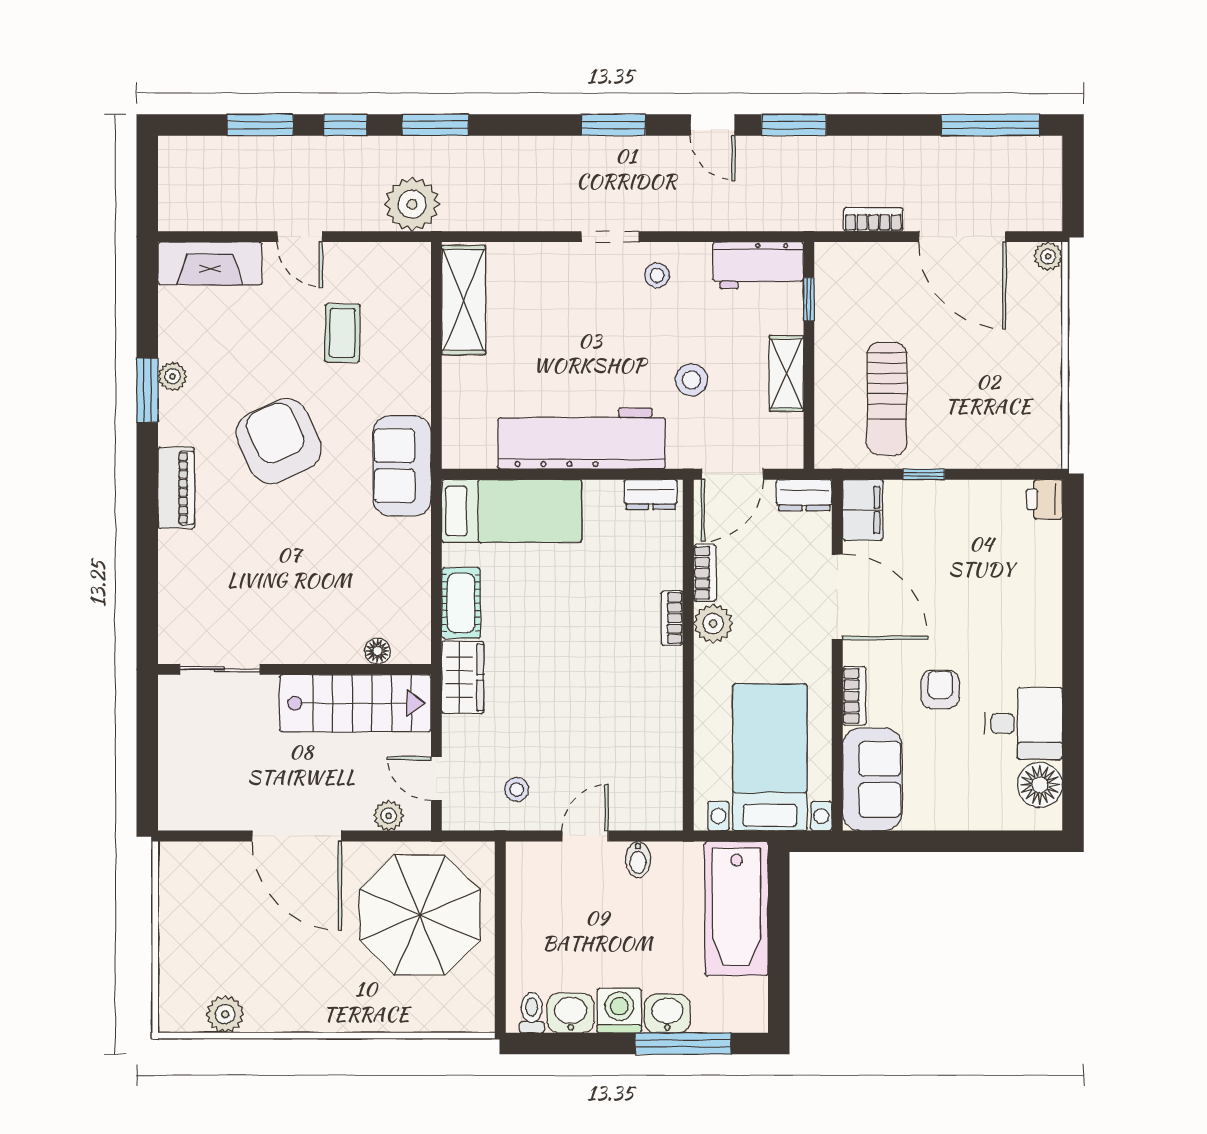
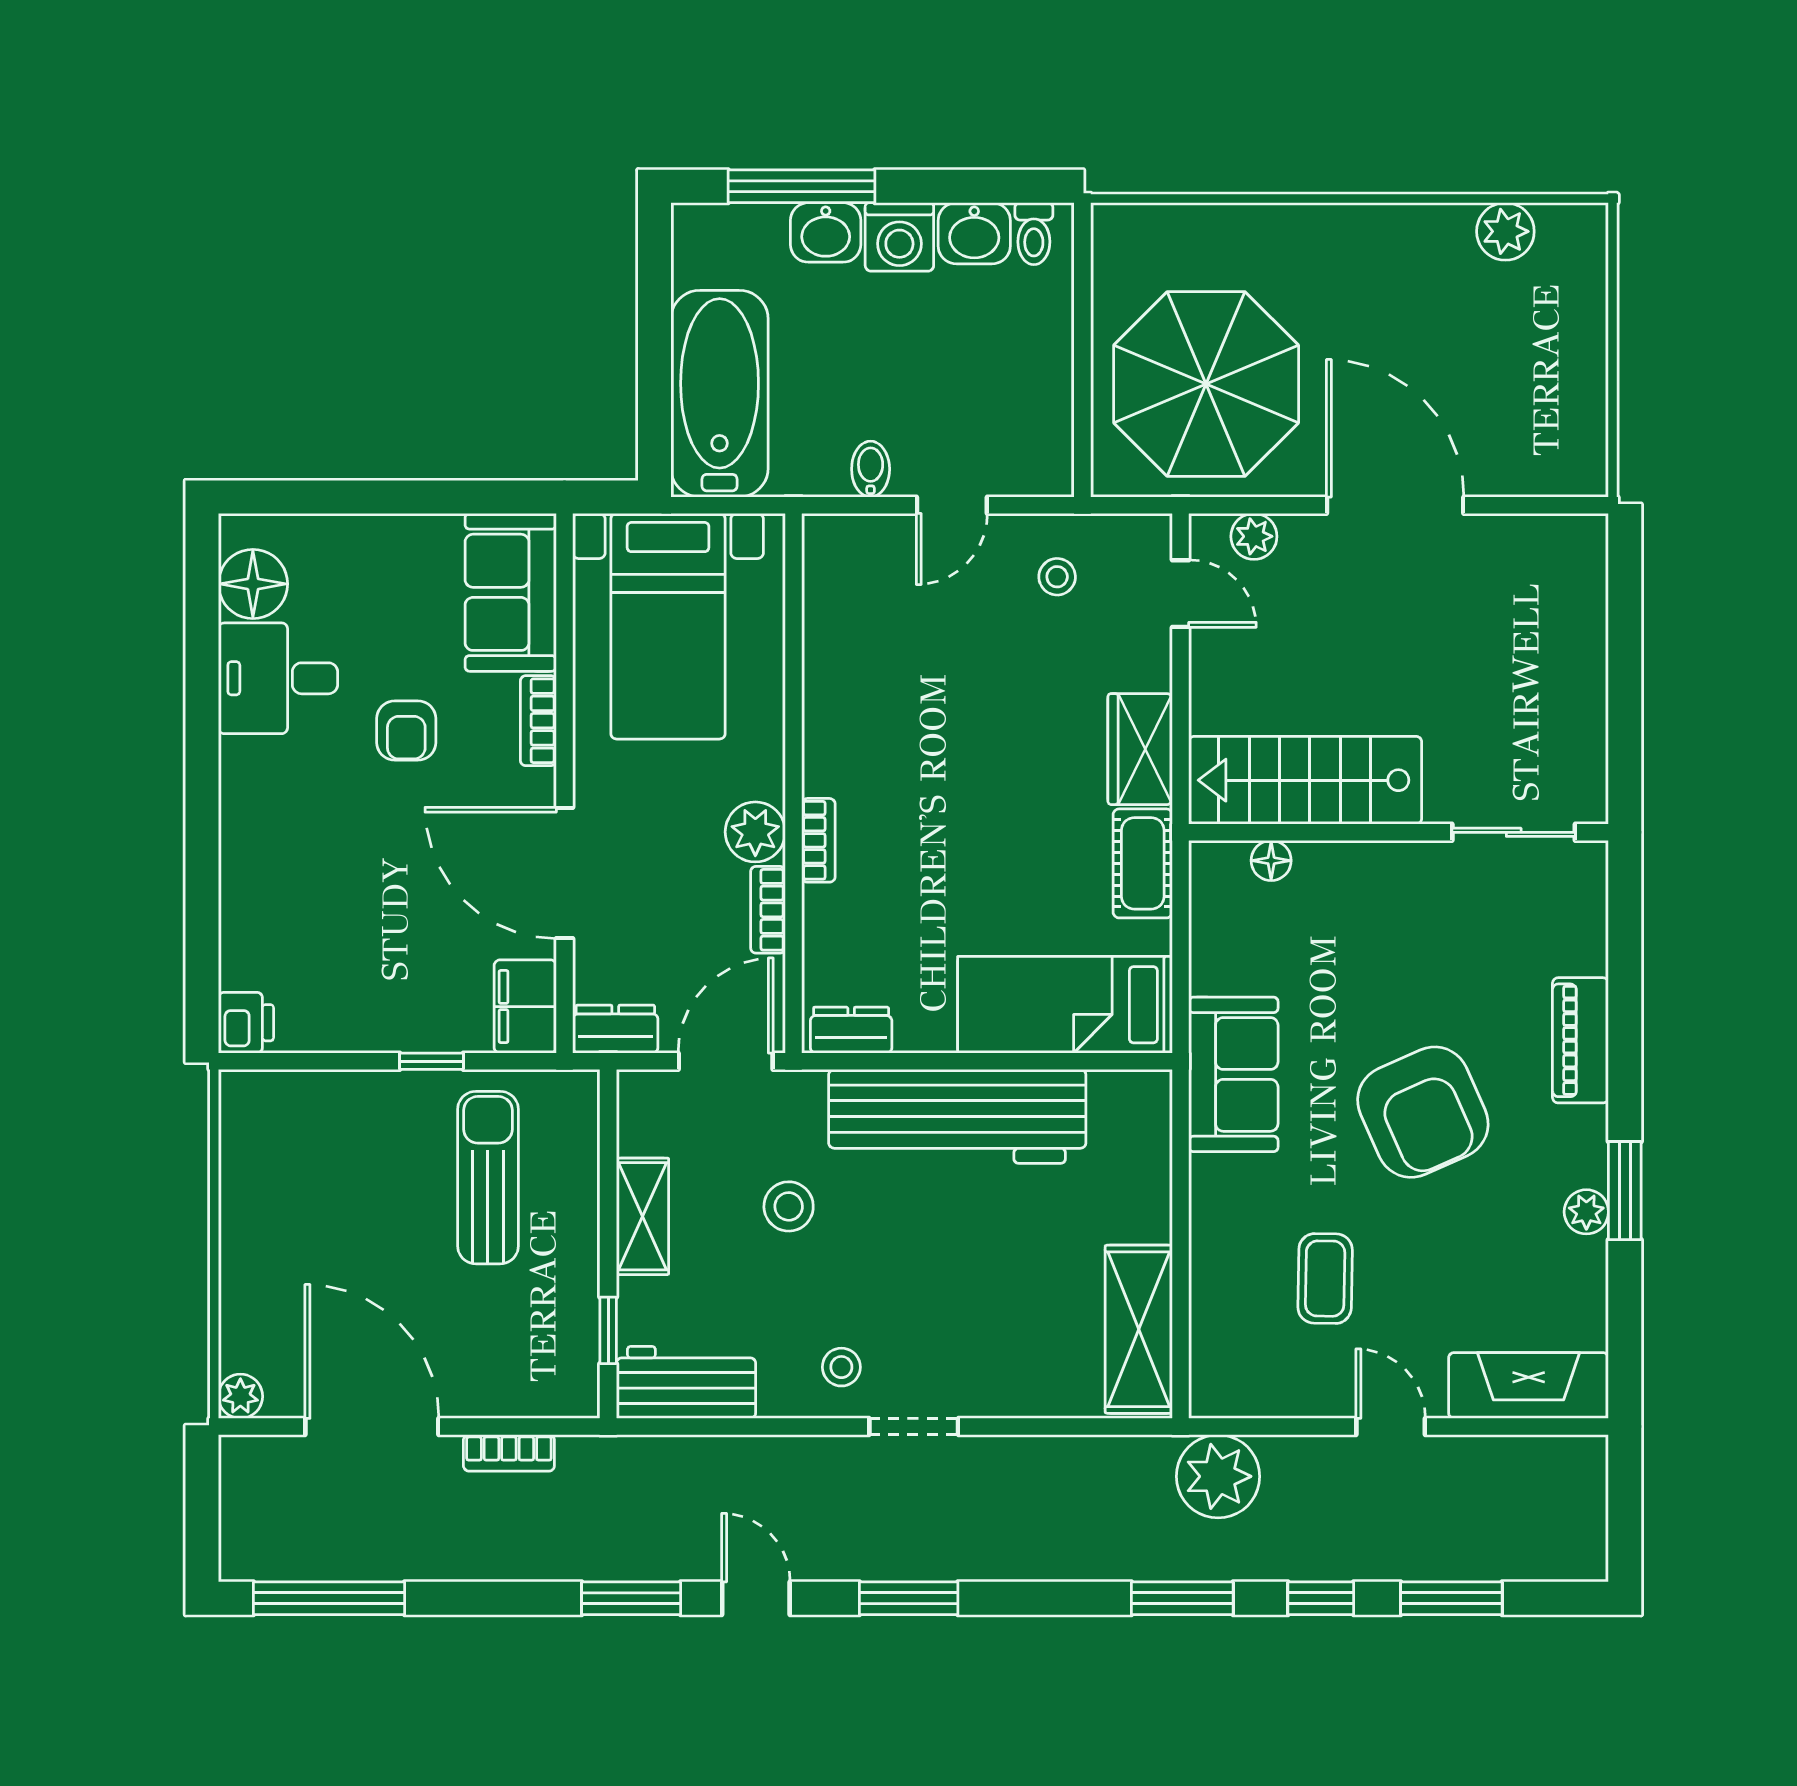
floor lamp: (377, 651) -> (1271, 861), moved
sliding door: (220, 669) -> (1514, 832), moved
wall: (295, 669) -> (1399, 832), moved
stairs: (355, 703) -> (1305, 780), moved

